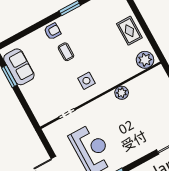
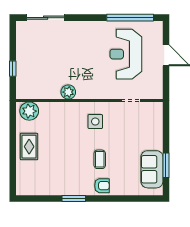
armchair: (52, 31) -> (102, 186), turned 180

